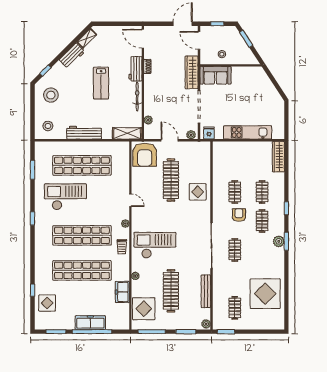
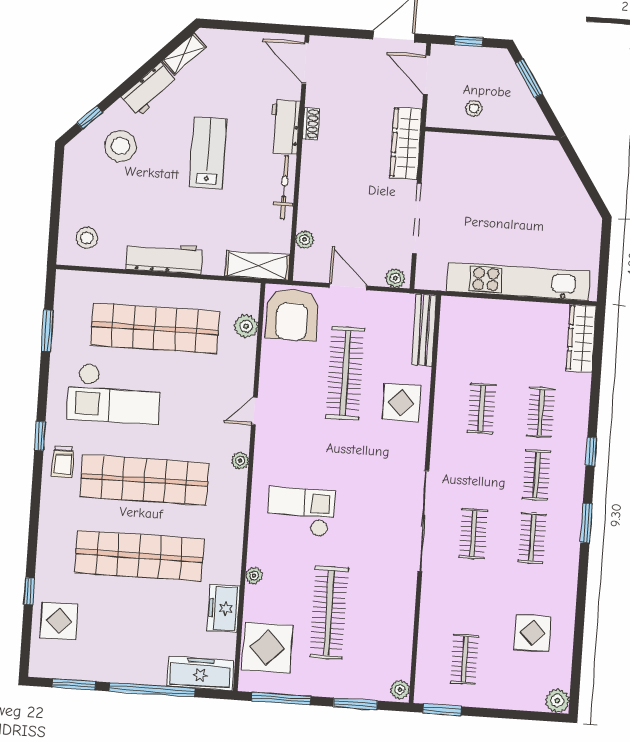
sofa: (215, 75) -> (457, 153), removed
lab bench: (101, 83) -> (208, 153), turned 180
stool: (51, 95) -> (121, 146), moved
kitchen unit: (248, 132) -> (518, 281), width x1.36
fridge: (209, 133) -> (435, 277), removed
plant: (124, 162) -> (246, 326), added
checkout: (65, 197) -> (114, 394), turned 180
door: (130, 200) -> (254, 411), swing flipped
armchair: (239, 215) -> (487, 459), removed
plant: (279, 241) -> (557, 701), moved
checkout: (155, 245) -> (301, 512), width x0.73, depth x0.83
trolley: (122, 247) -> (63, 462), moved
clothes rail: (262, 250) -> (532, 538), added
bench: (206, 291) -> (424, 330), moved
display table: (265, 294) -> (533, 633), width x0.54, depth x0.54
freezer: (90, 323) -> (200, 673), moved

